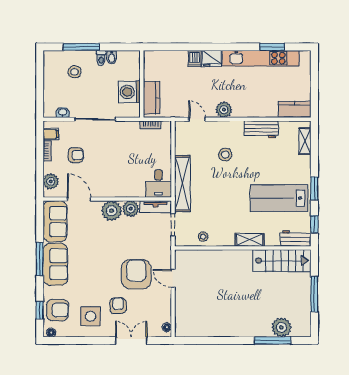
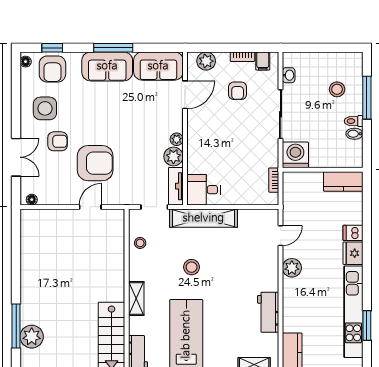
washing machine: (129, 92) -> (295, 155), moved
kitchen counter: (152, 98) -> (343, 181), moved
stool: (225, 155) -> (192, 267), moved
plant: (112, 211) -> (177, 139), width x0.53, depth x0.53

